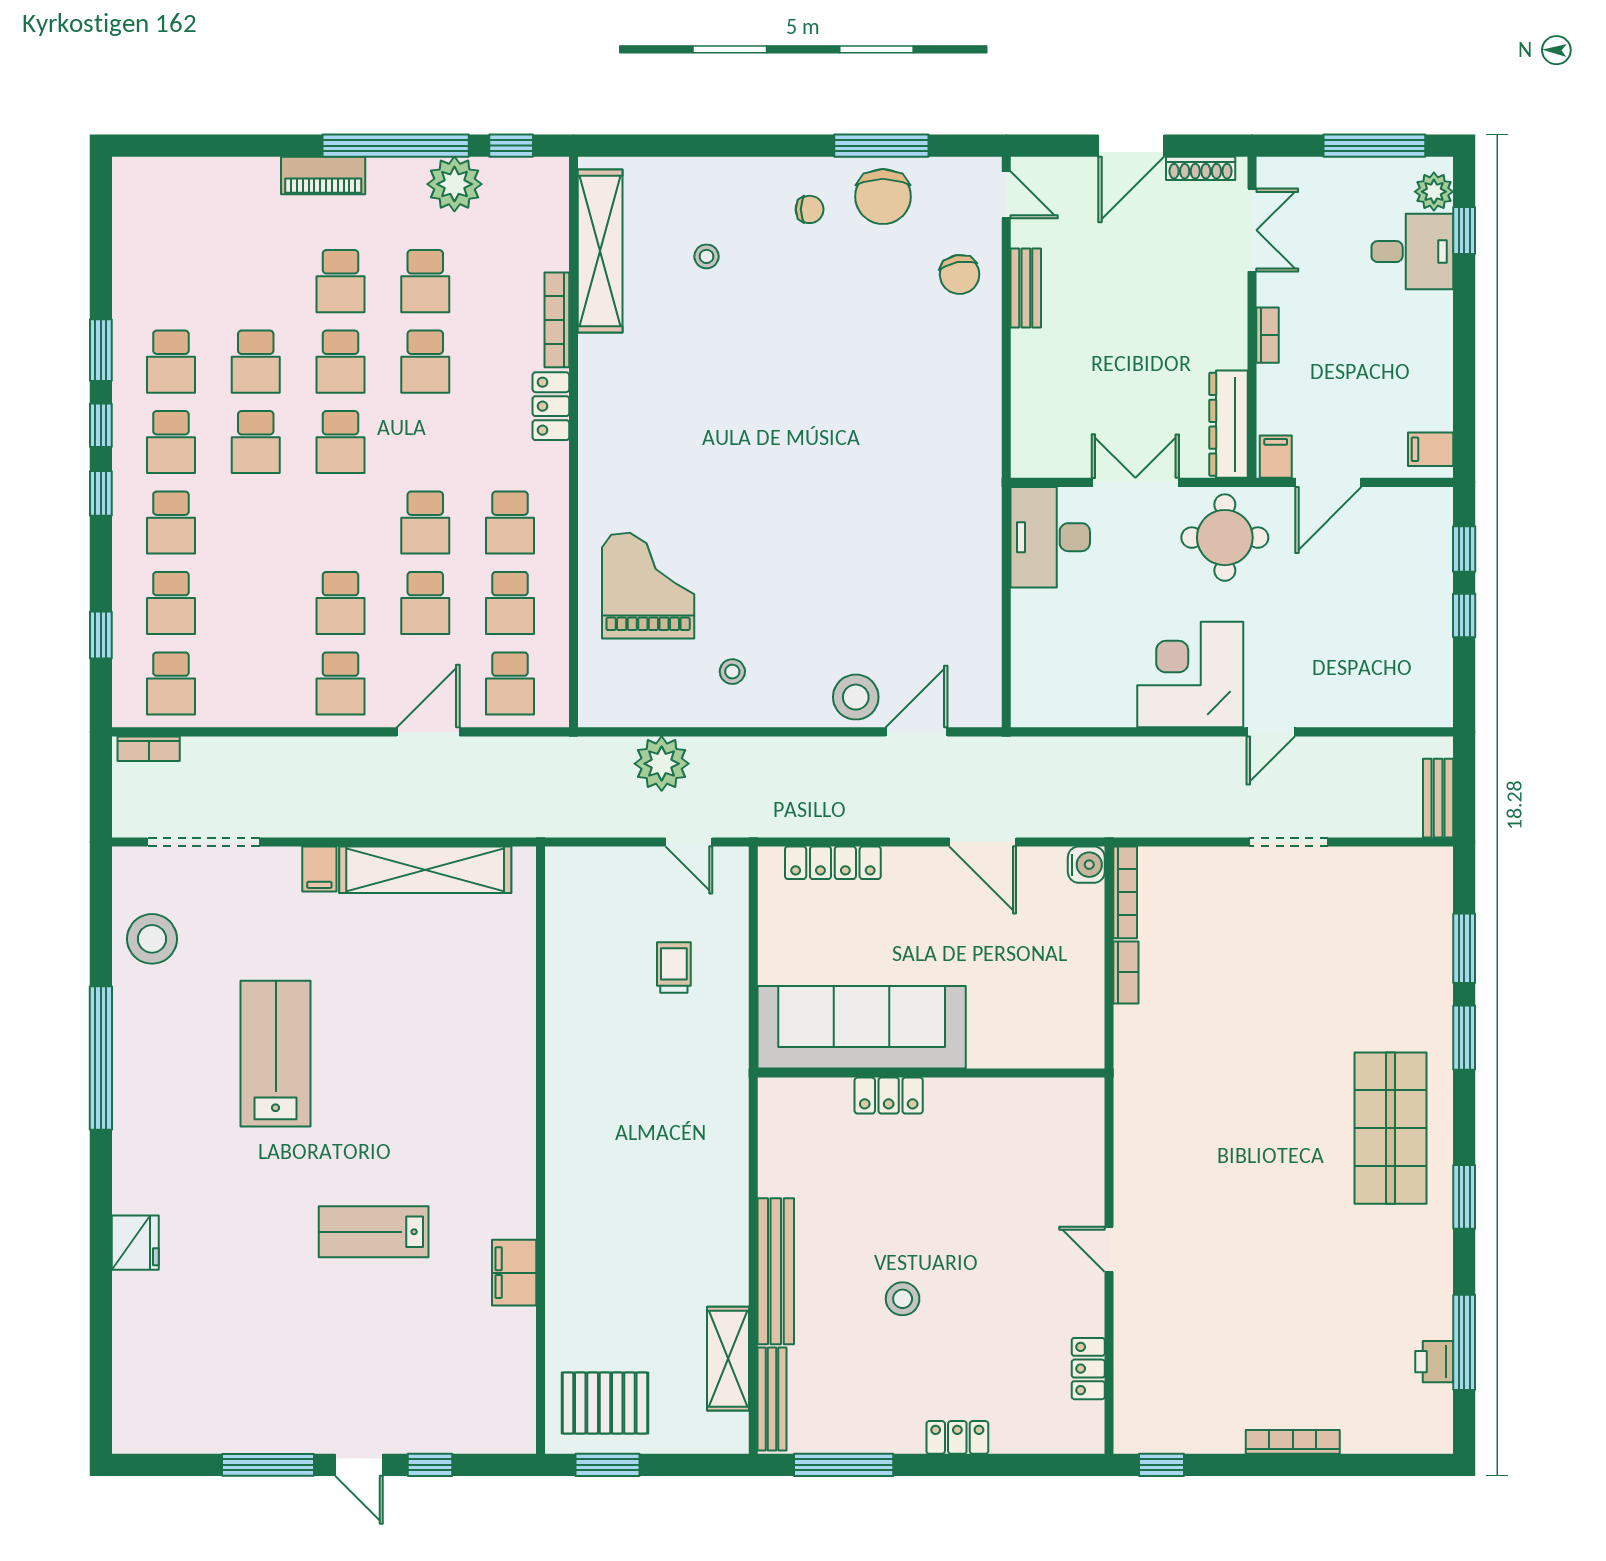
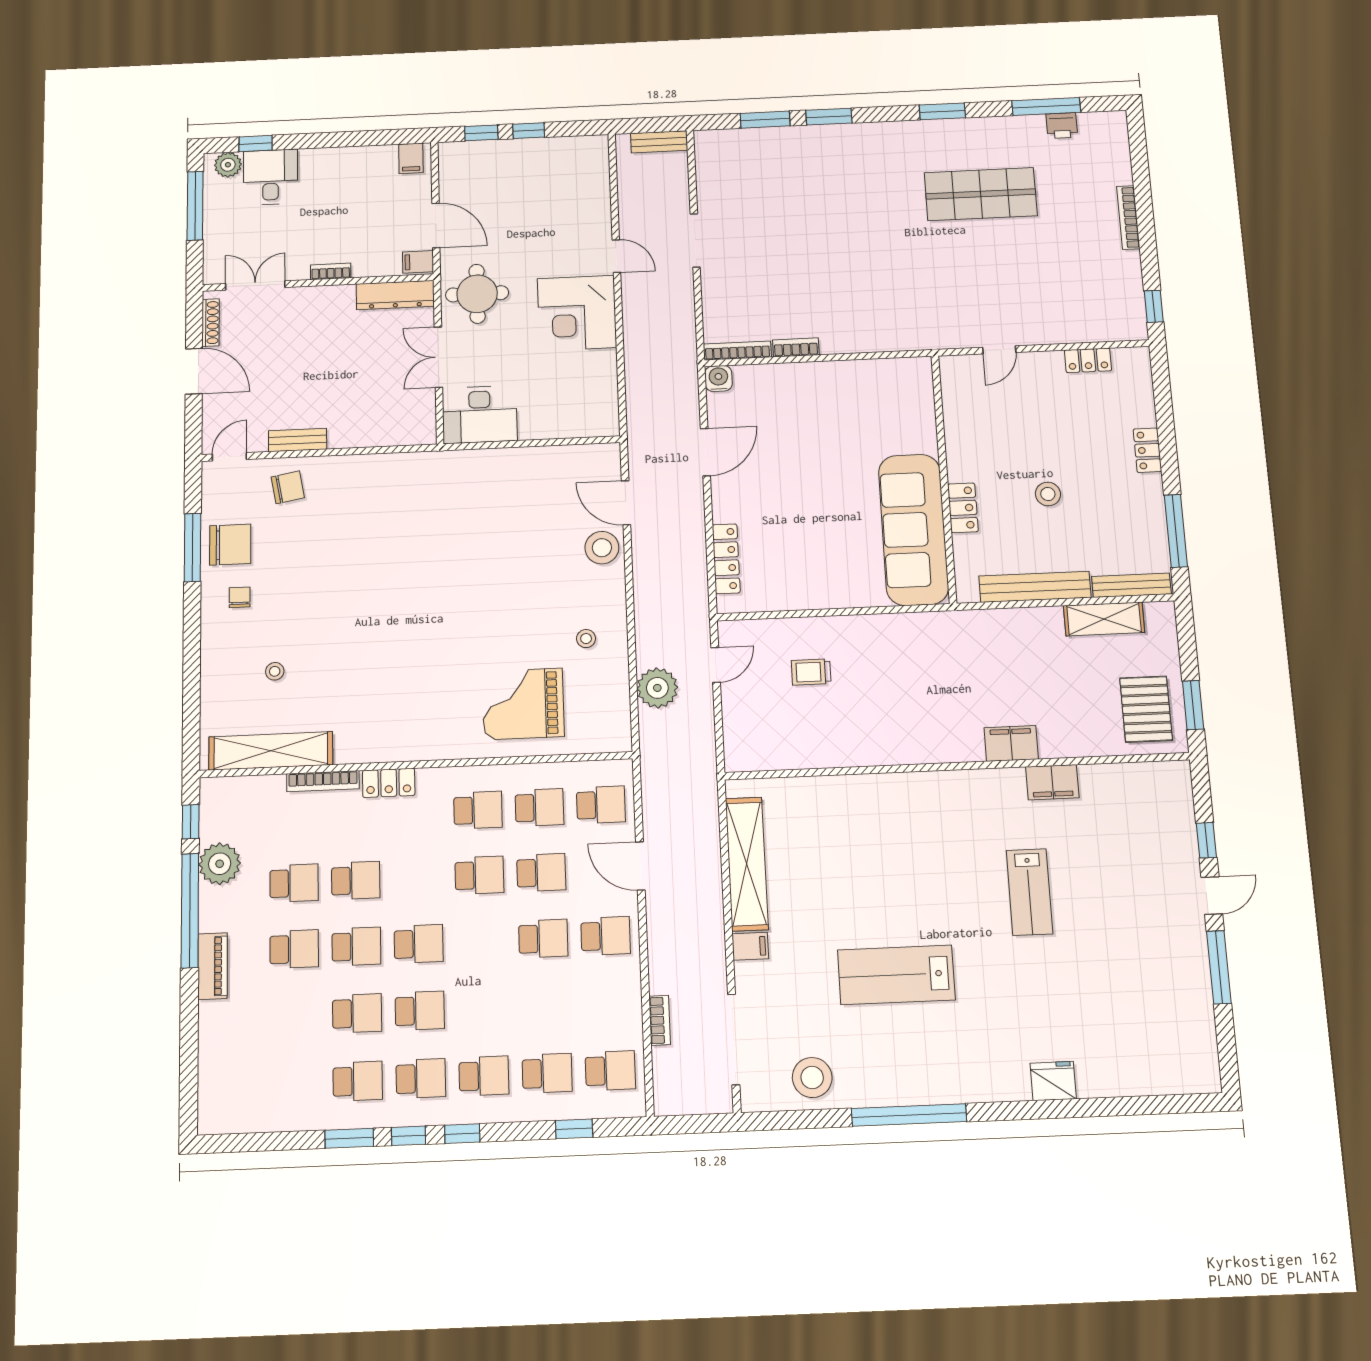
bookcase: (149, 749) -> (660, 1020), moved
sofa: (862, 1027) -> (913, 530), moved
wall: (931, 1073) -> (944, 478), moved
locker: (889, 1096) -> (963, 508), moved
shop shelf: (1390, 1128) -> (981, 194), moved
filing cabinet: (567, 1223) -> (1011, 743), added

